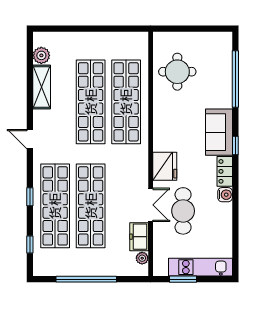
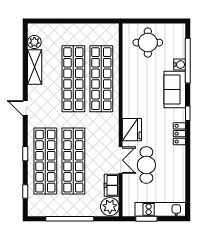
round table: (177, 72) -> (148, 43), moved
sofa: (219, 132) -> (175, 89), moved
water cooler: (225, 195) -> (180, 65), moved
plant: (142, 258) -> (110, 207), width x1.87, depth x1.87

